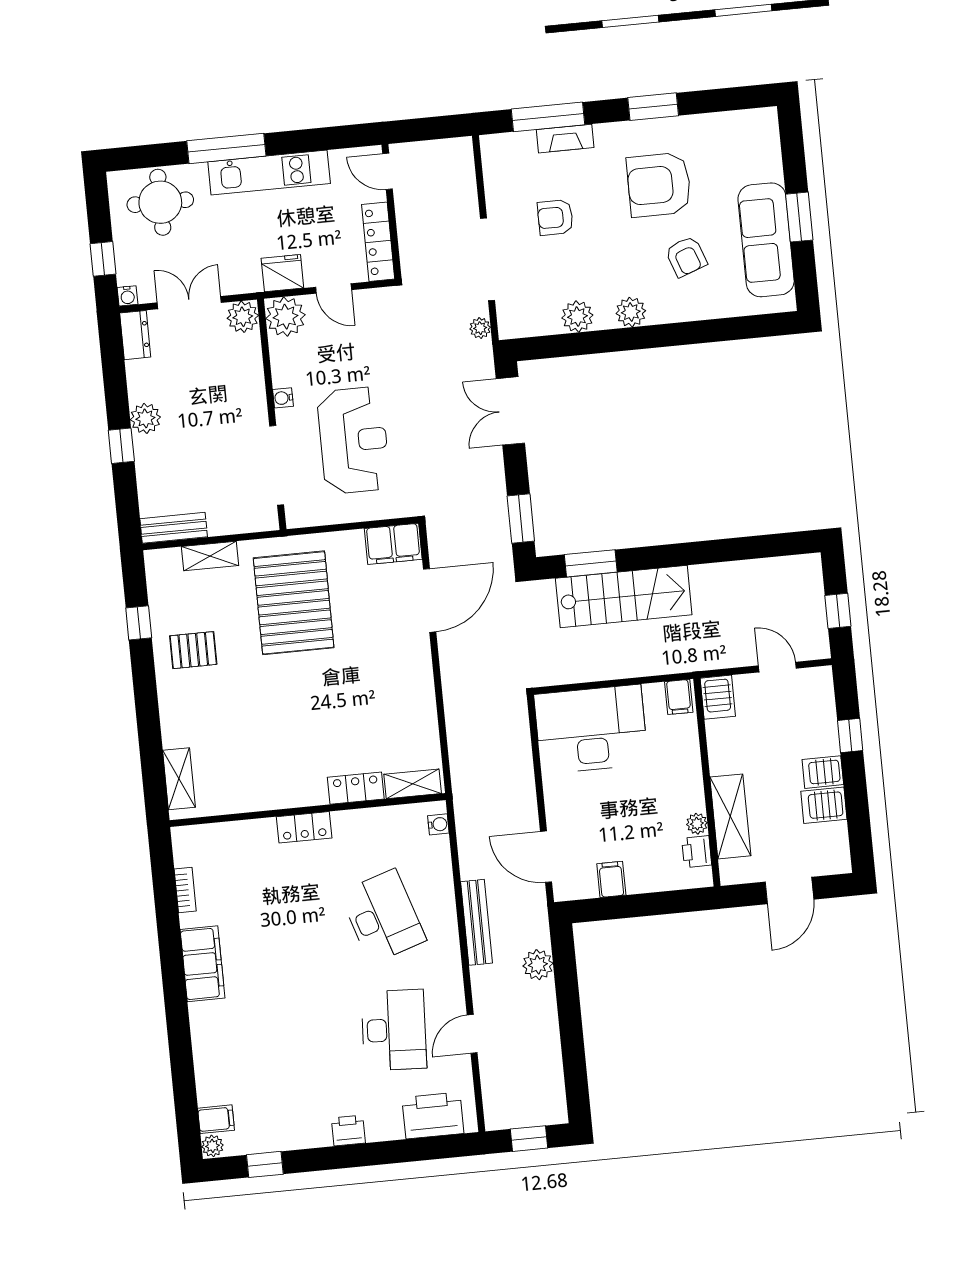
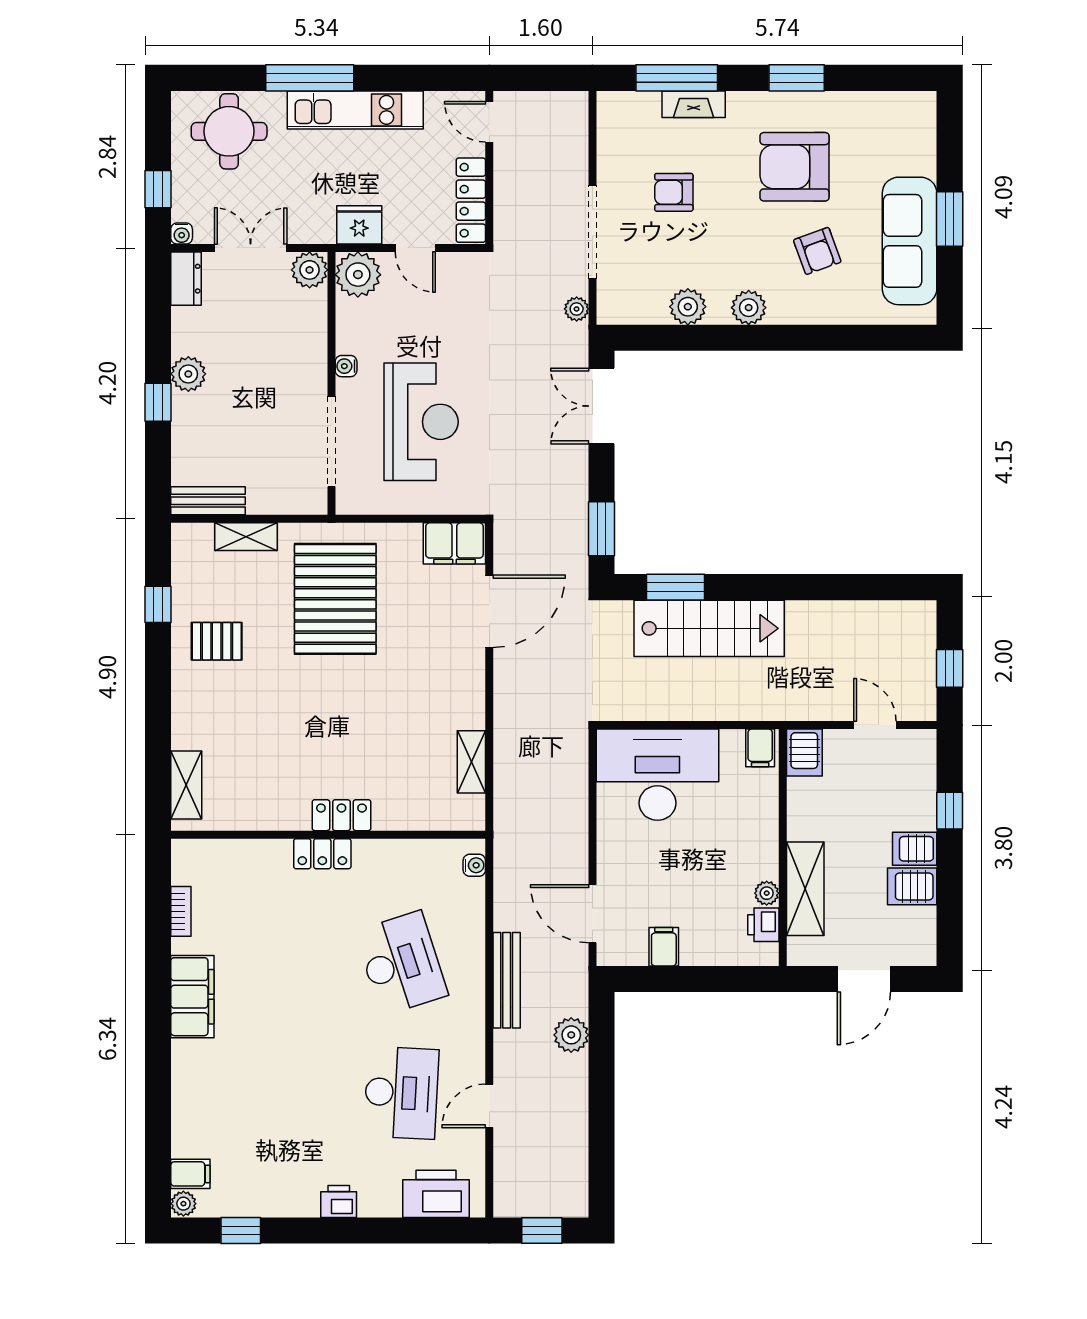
shelving: (413, 784) -> (471, 762), moved, turned 90
locker: (356, 788) -> (341, 815), moved

